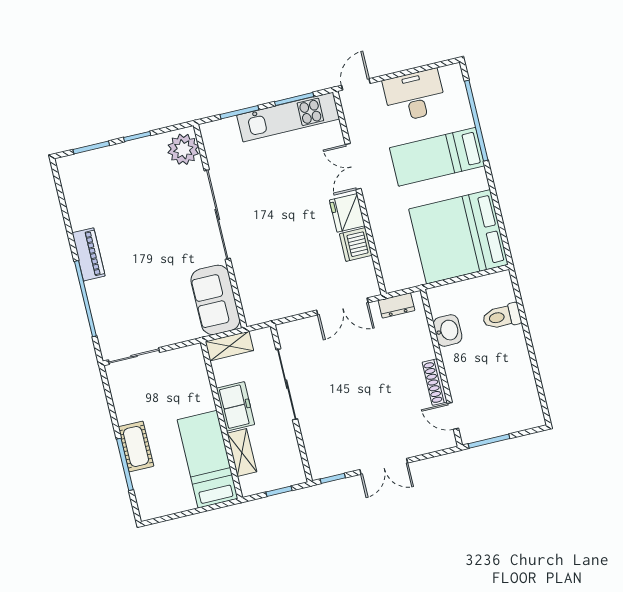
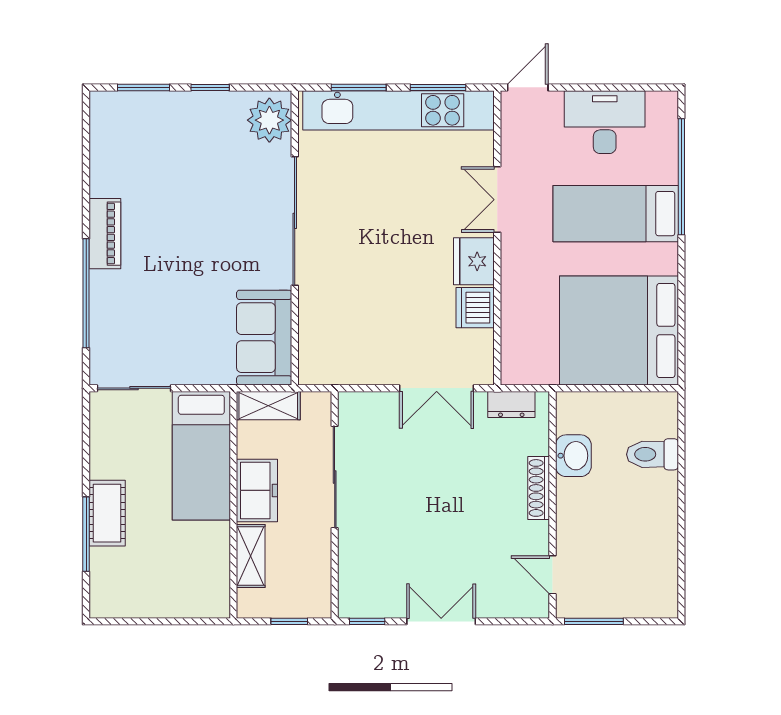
kitchen unit: (288, 117) -> (399, 110), width x1.36
shoe rack: (435, 382) -> (539, 488), moved
bed: (208, 459) -> (201, 456), moved, turned 180
double door: (384, 466) -> (441, 621), swing flipped

